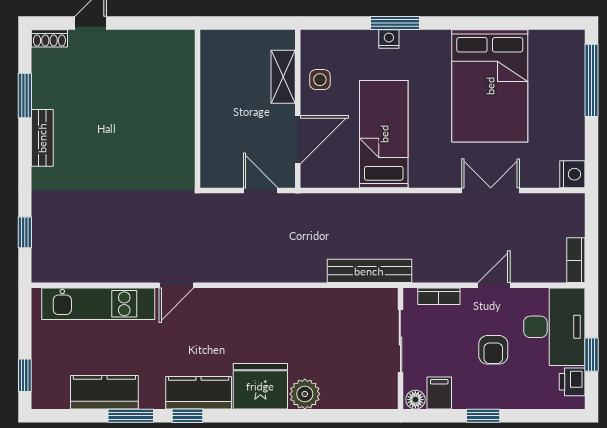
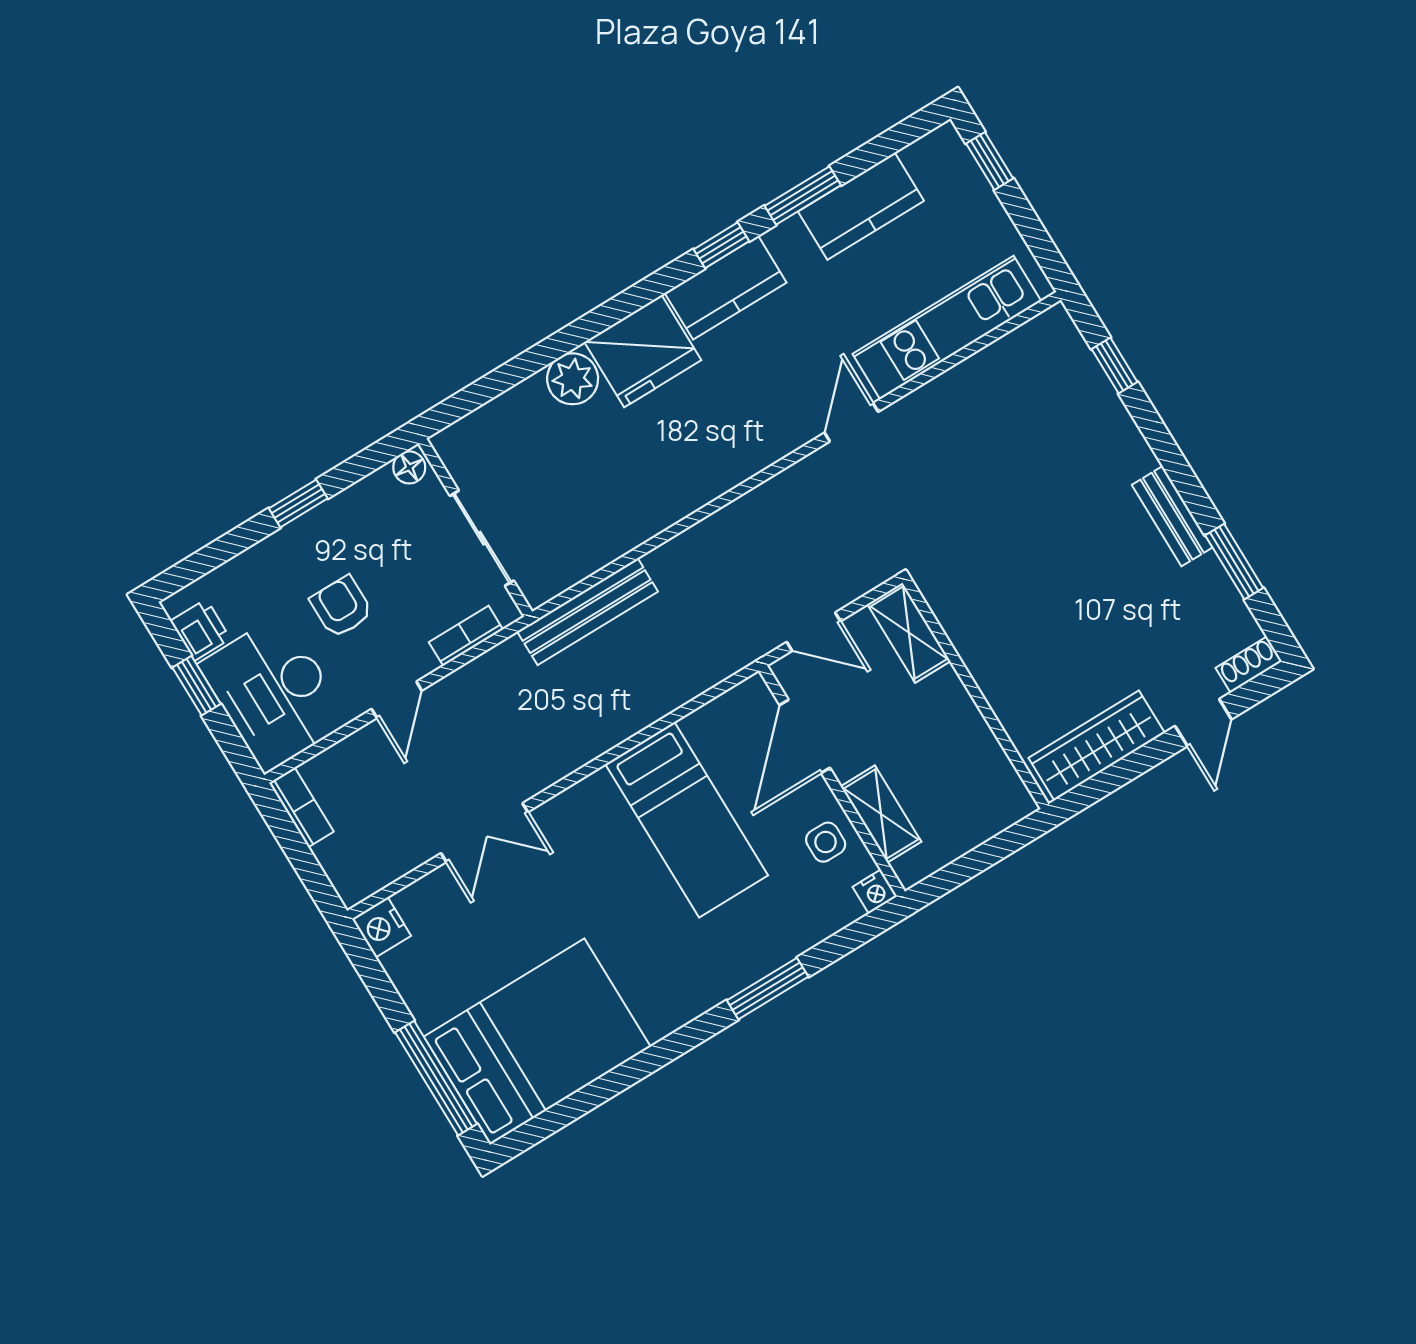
nightstand: (389, 39) -> (875, 892), moved
wardrobe: (152, 45) -> (1097, 745), added
bed: (490, 86) -> (537, 1042), moved, turned 90
shelving: (212, 160) -> (909, 633), added
filing cabinet: (439, 393) -> (381, 498), removed

